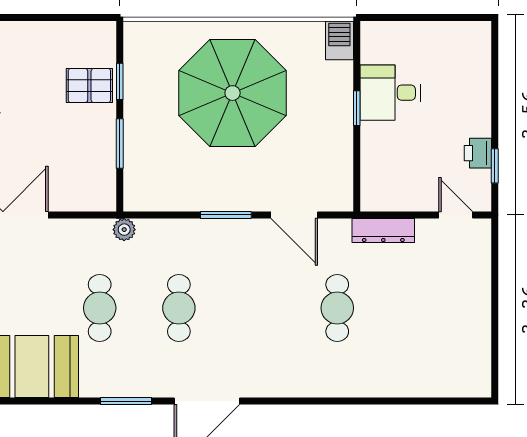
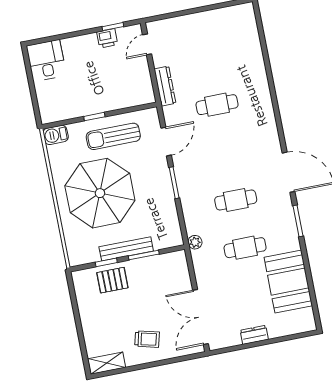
pallet: (89, 86) -> (112, 280), turned 90
desk: (390, 93) -> (46, 60), moved, turned 180
bench: (135, 117) -> (126, 249), added
sun lounger: (319, 132) -> (113, 136), added

